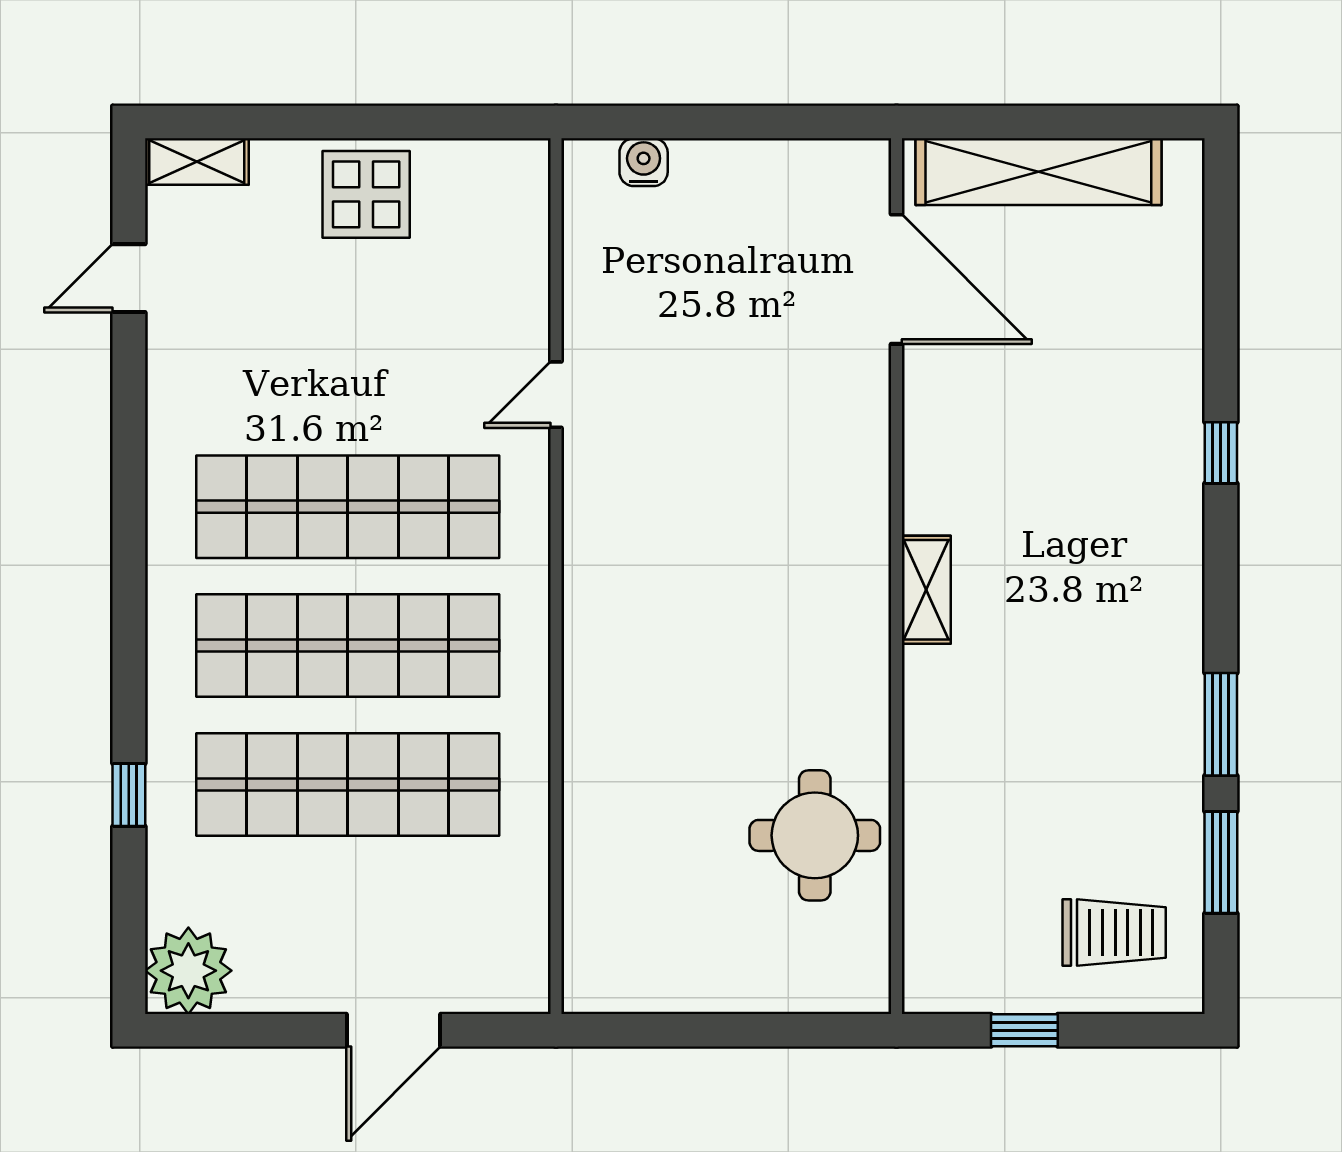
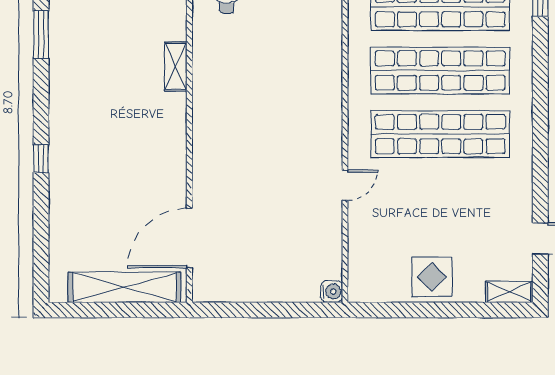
water cooler: (644, 162) -> (332, 292), moved, turned -90
door: (897, 279) -> (189, 238), hinge flipped
shelving: (926, 590) -> (176, 67), moved

